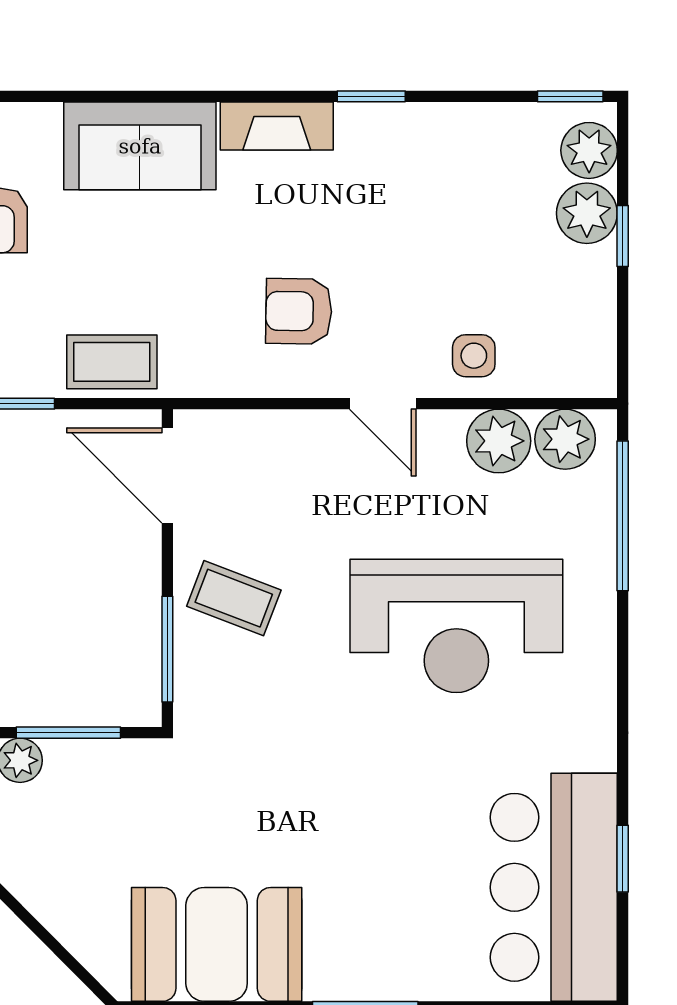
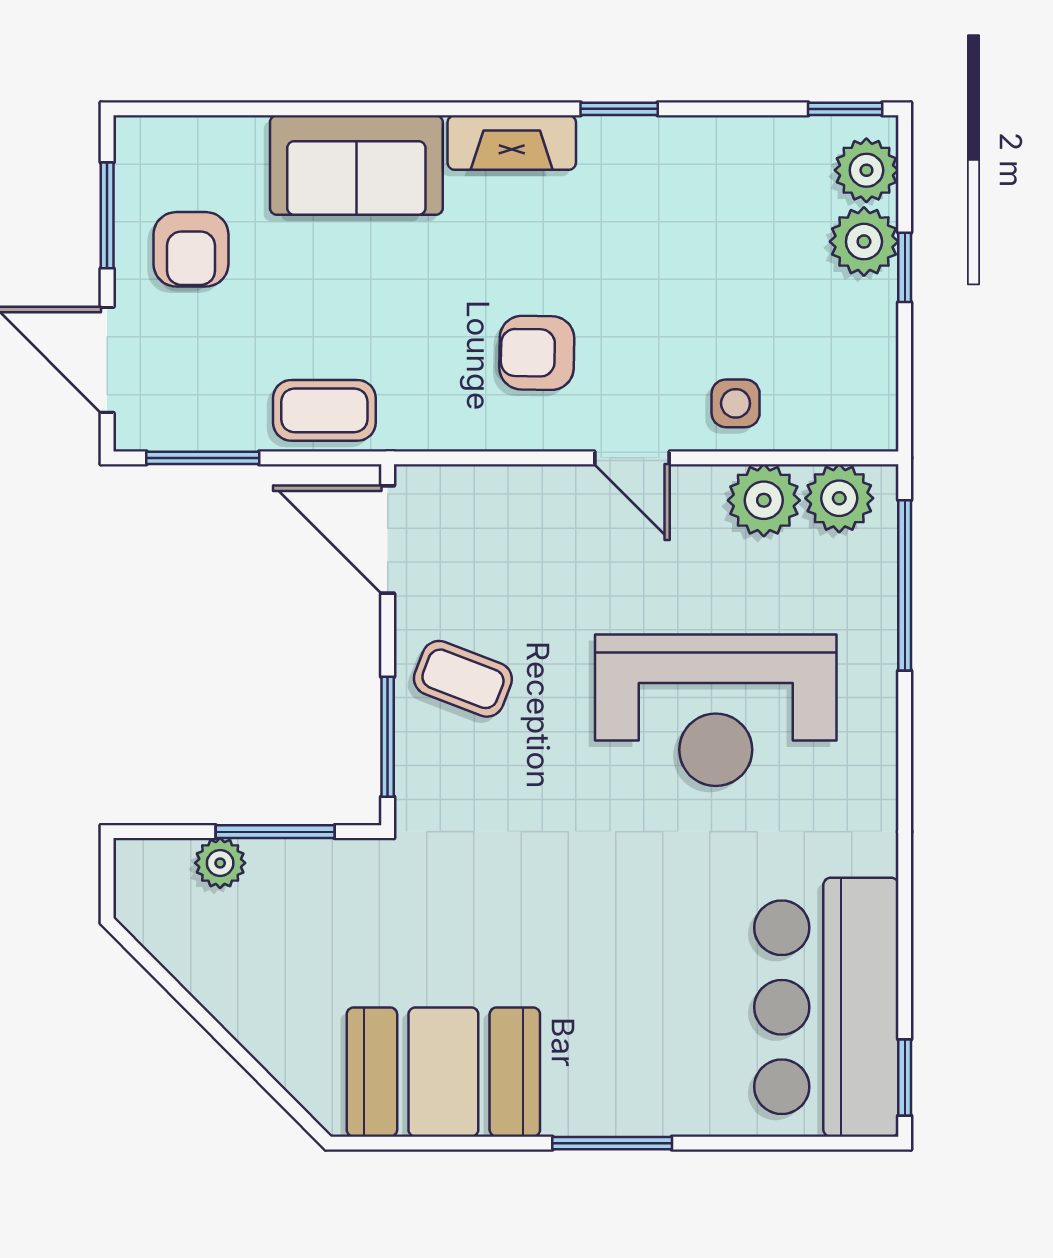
window: (623, 859) -> (905, 1077), moved

